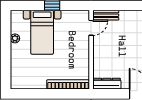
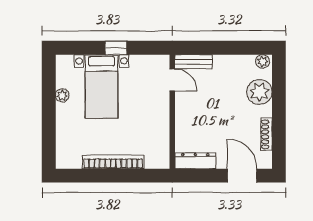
door: (91, 28) -> (172, 80), hinge flipped
bookcase: (68, 84) -> (113, 162), moved

